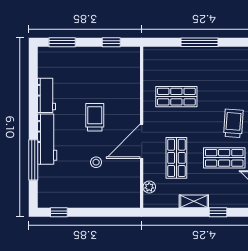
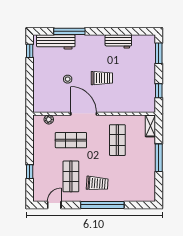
workbench: (47, 139) -> (56, 42), moved
shelving: (194, 201) -> (150, 126), moved

